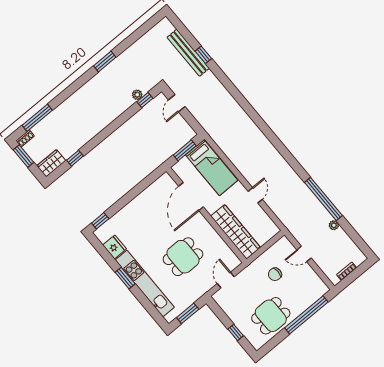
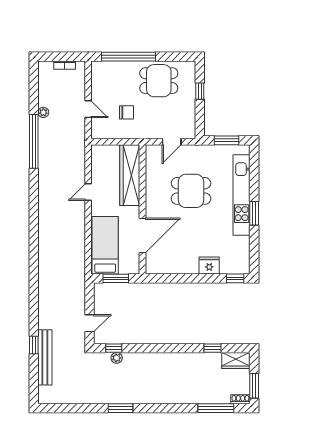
fridge: (115, 247) -> (209, 266), moved, turned 90

